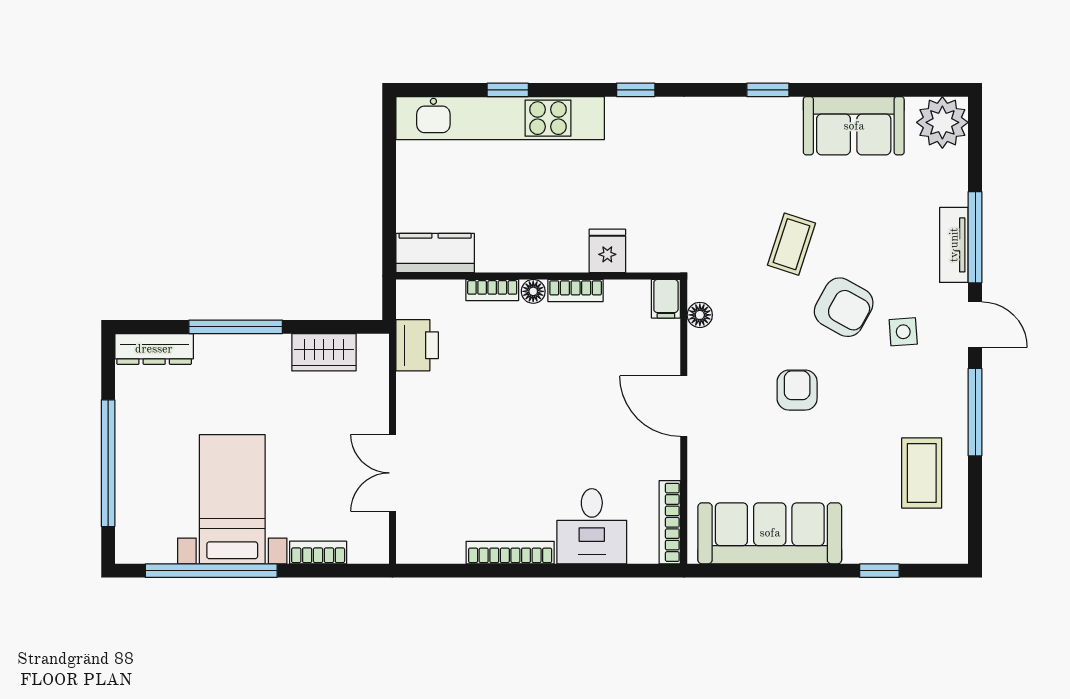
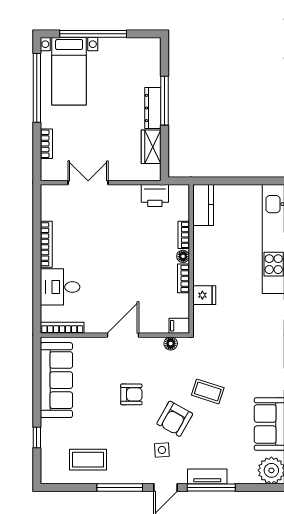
dresser: (154, 349) -> (153, 108), moved
bed with nightstands: (232, 499) -> (69, 71), moved, turned 90

